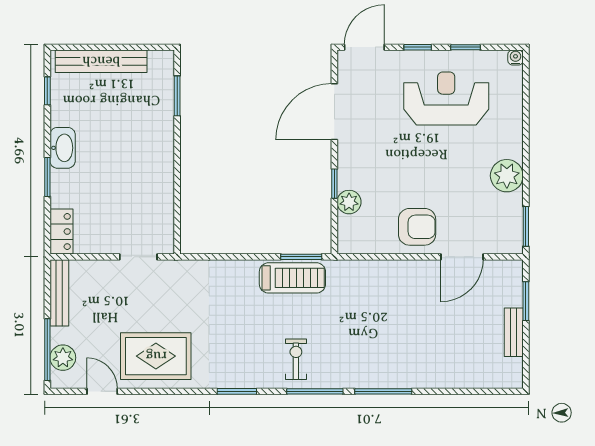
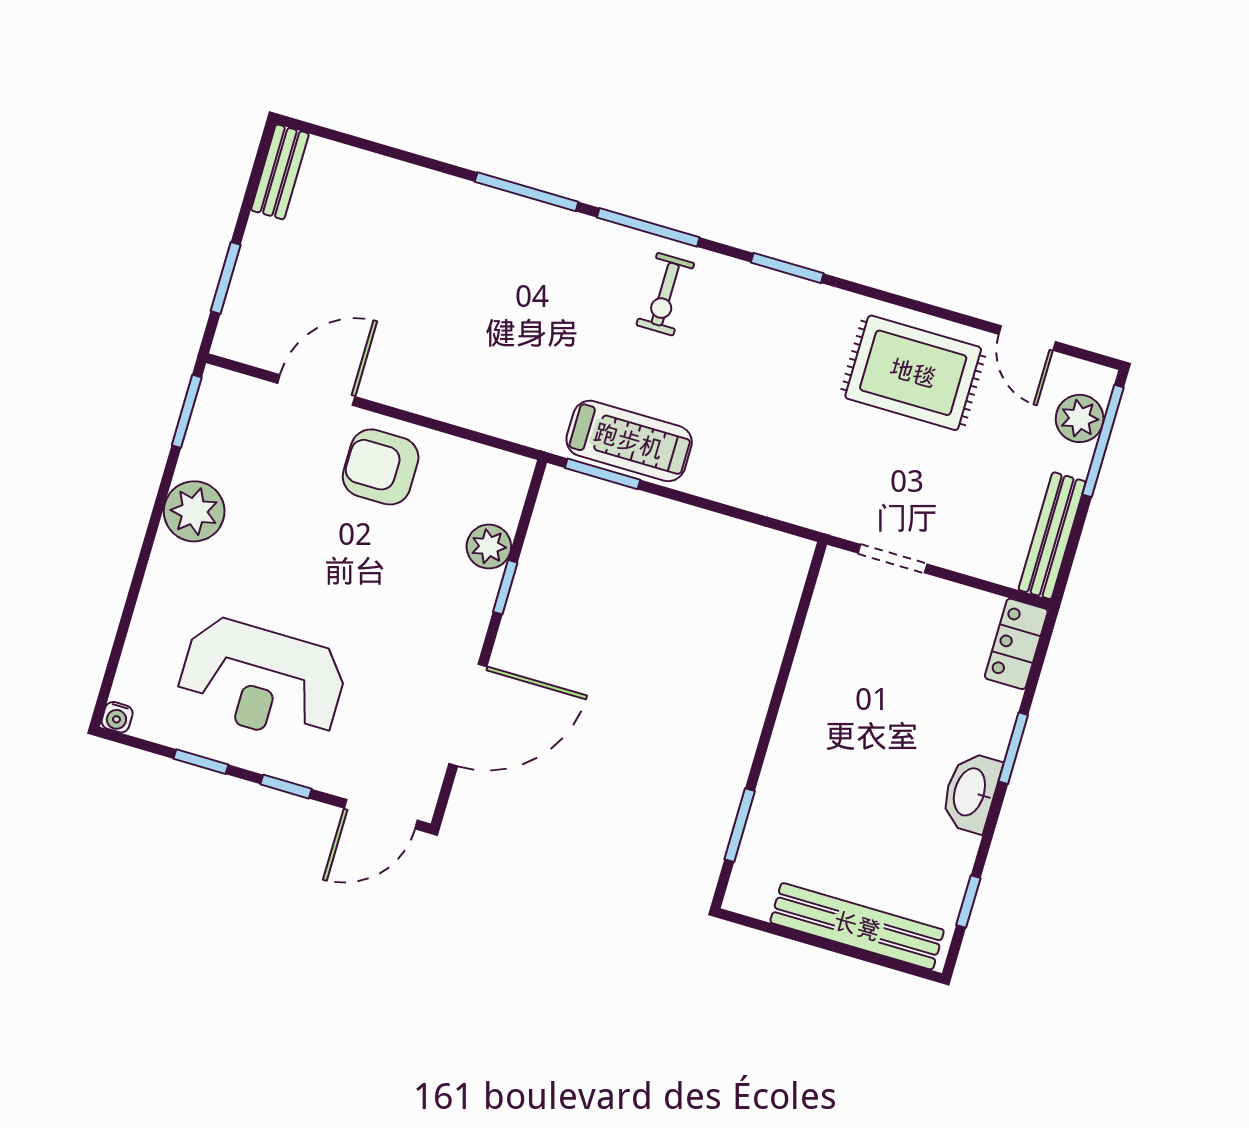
treadmill: (292, 278) -> (629, 441), turned 180
bench: (514, 332) -> (280, 172), moved

